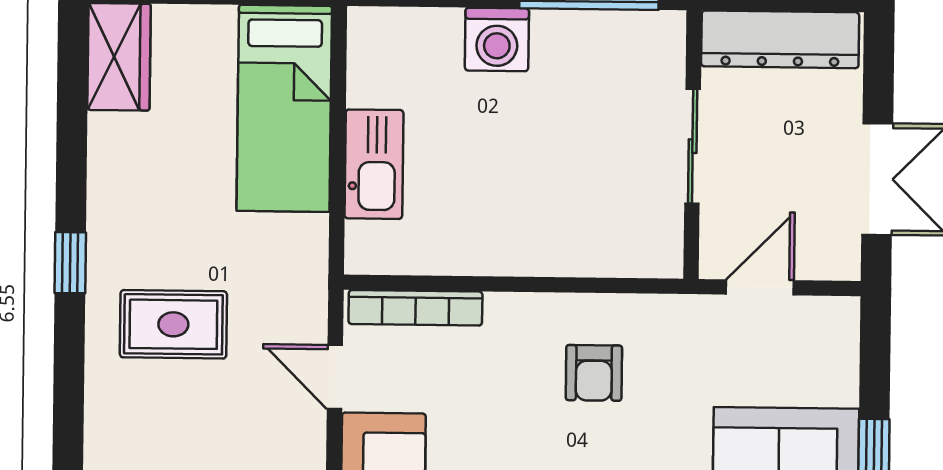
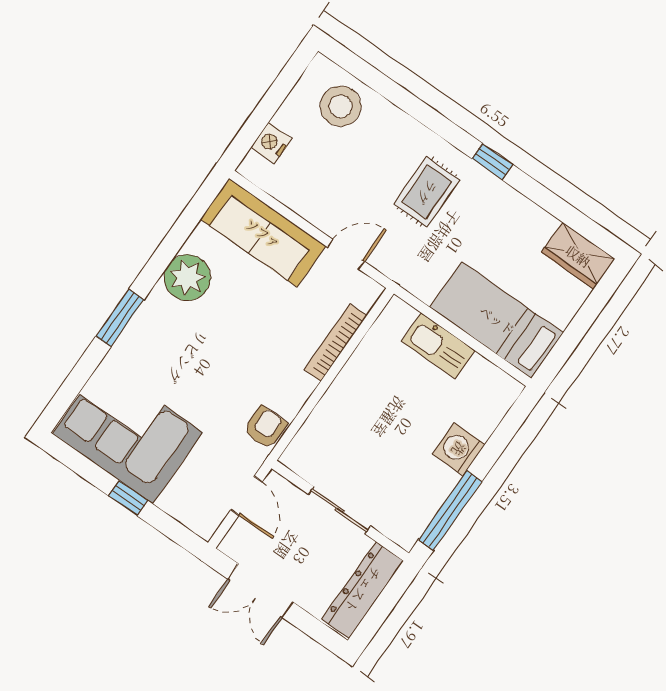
bookcase: (415, 308) -> (336, 343), moved
armchair: (594, 373) -> (265, 427), moved, turned 90

